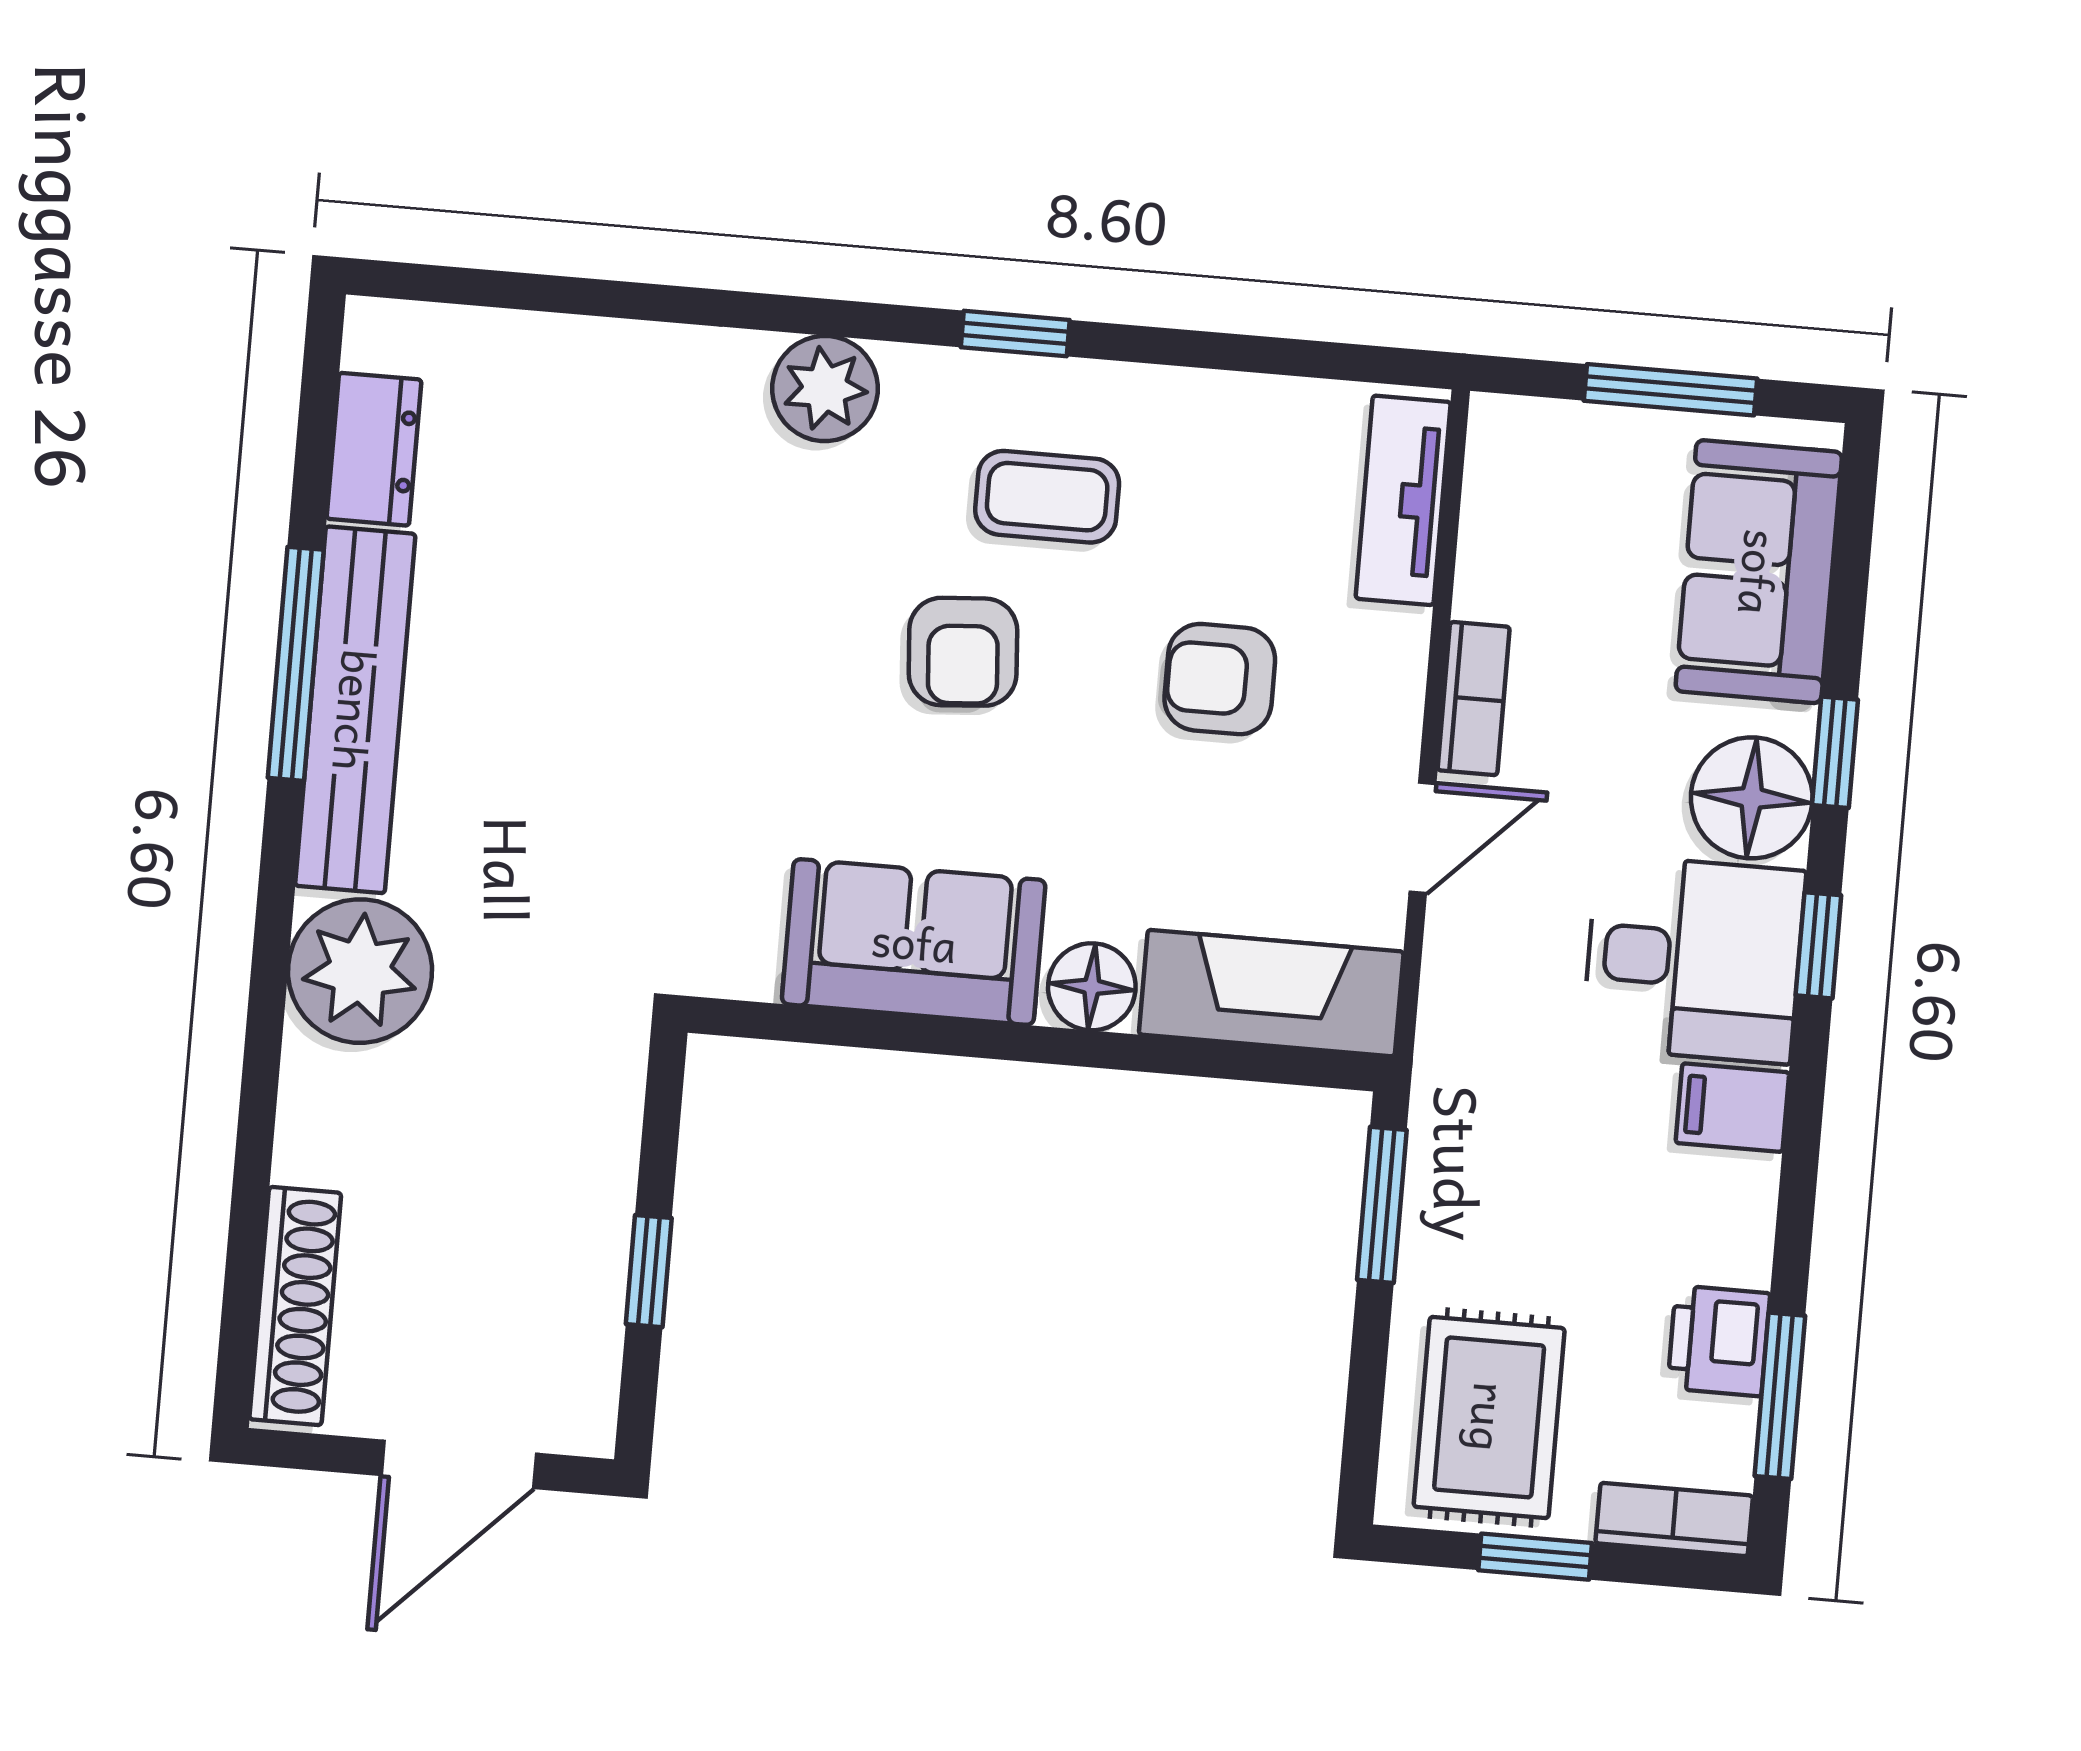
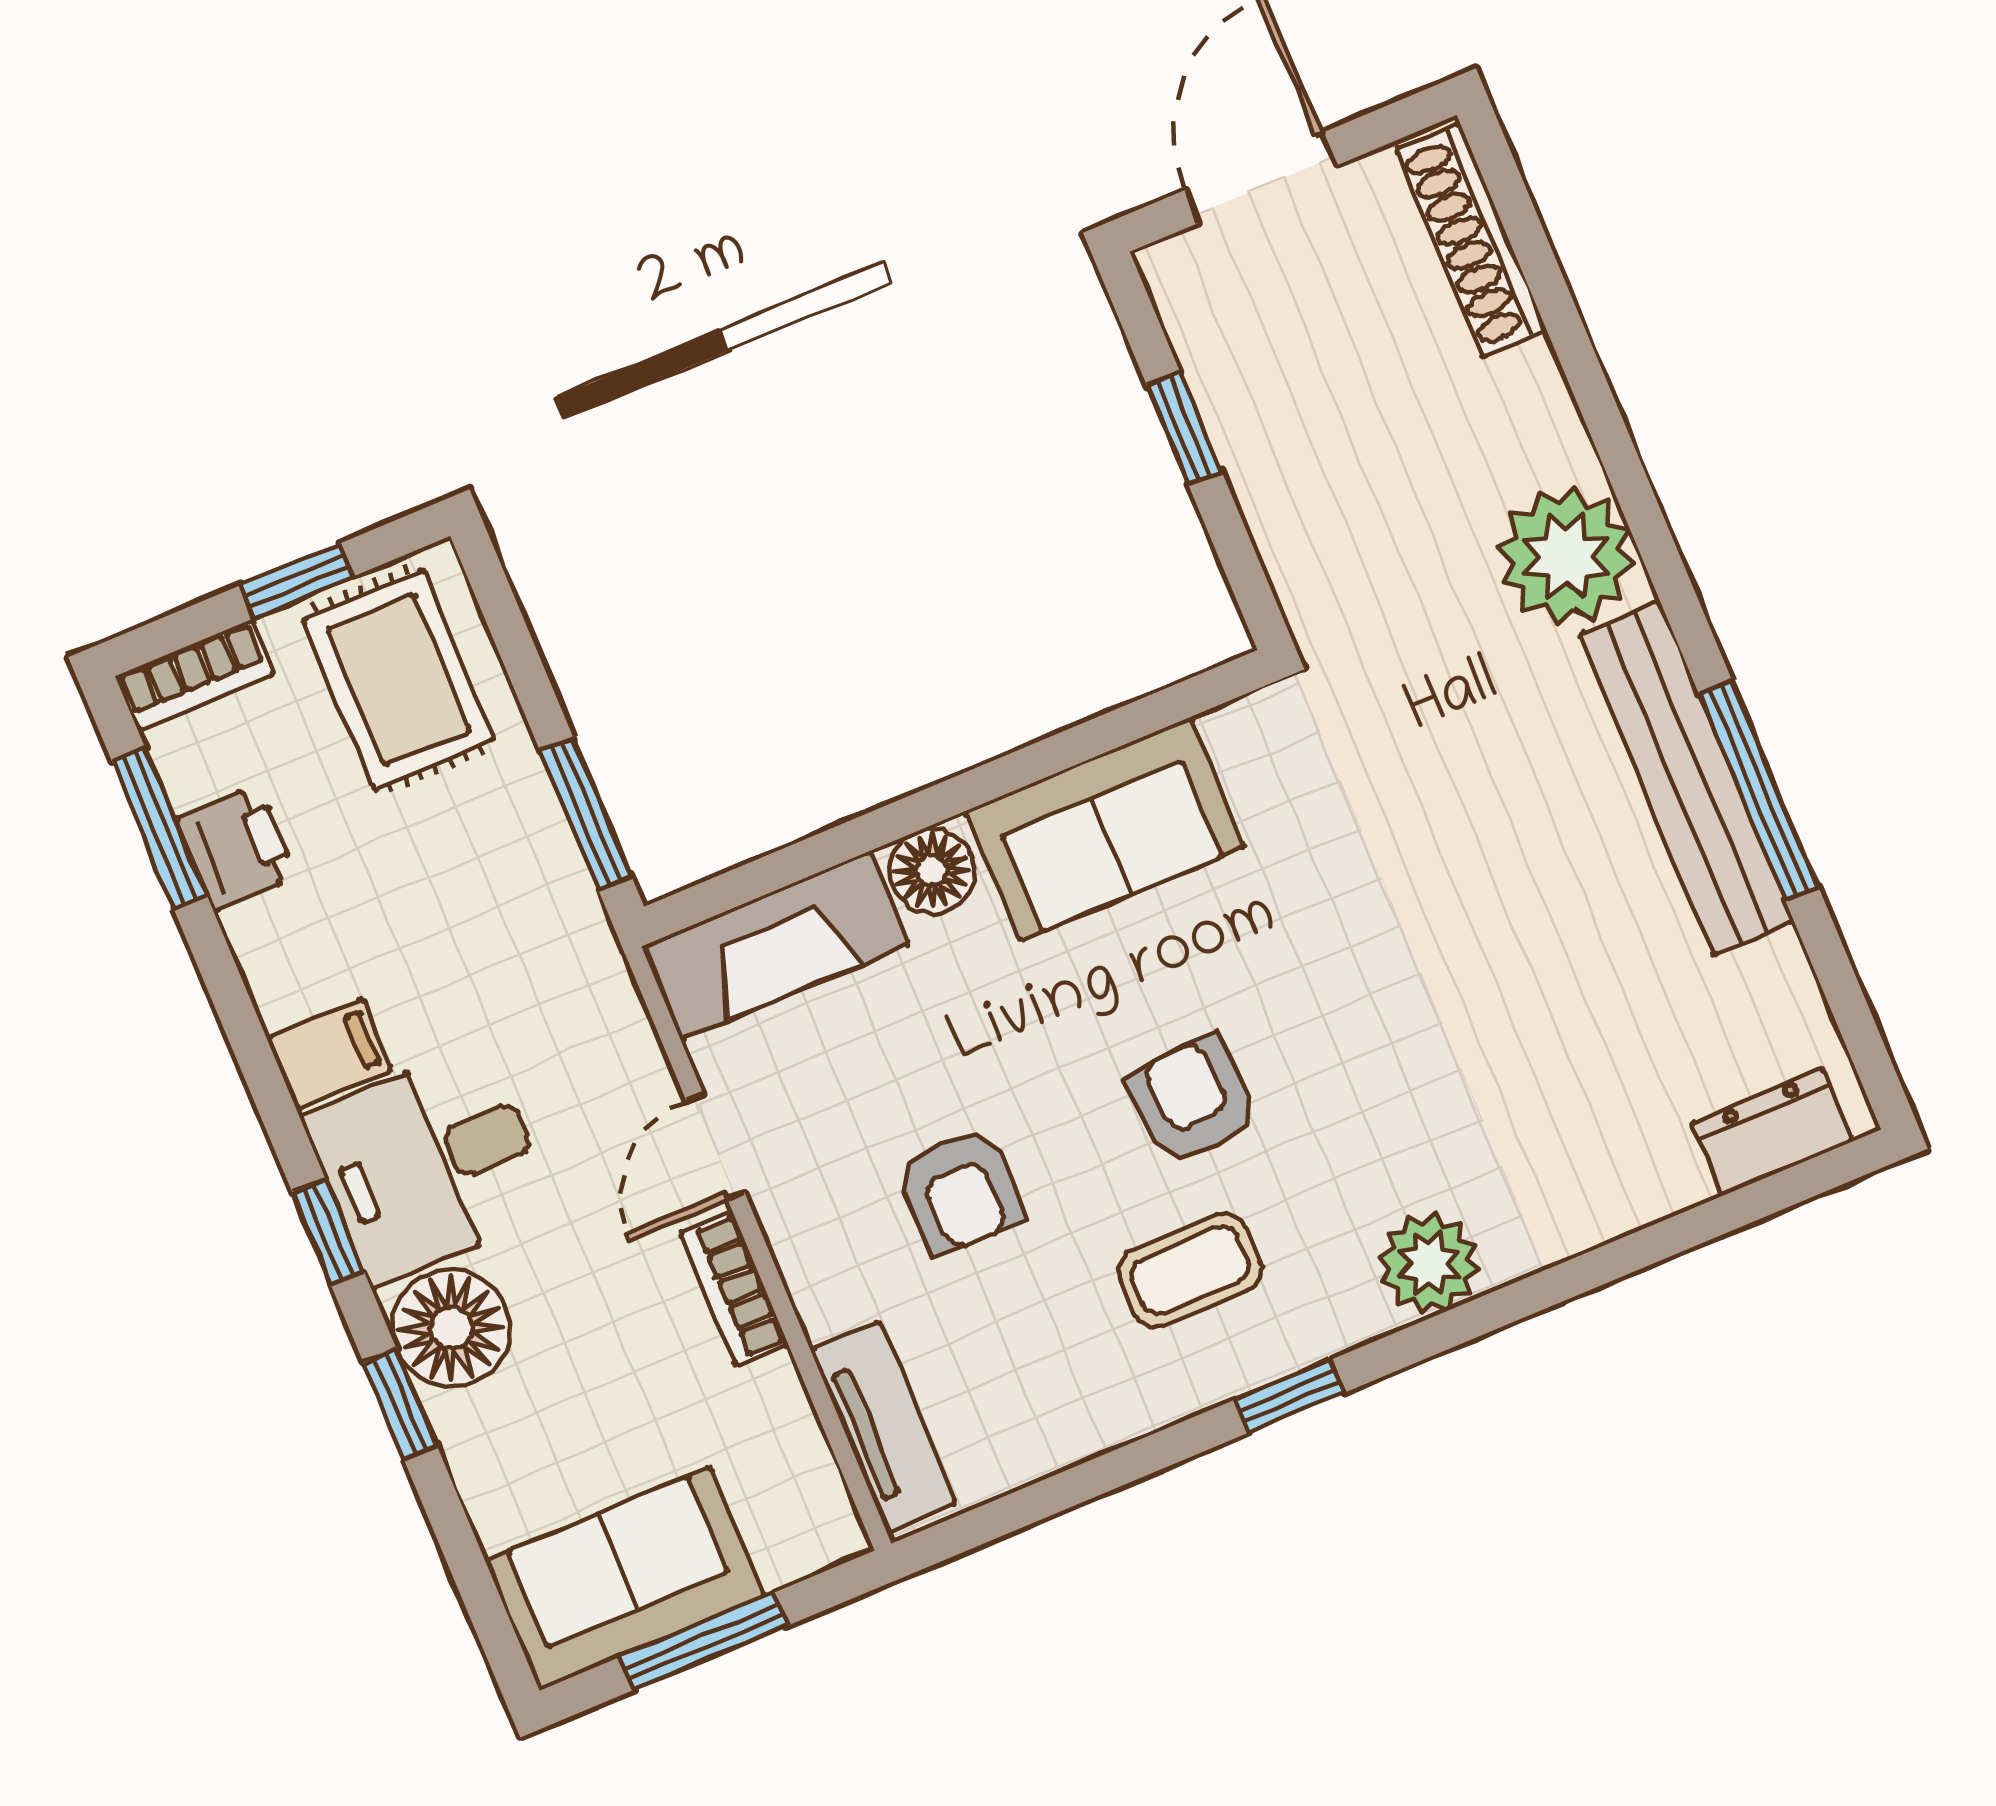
dresser: (374, 449) -> (1772, 1132), moved, turned 90
sofa: (1759, 572) -> (625, 1579), moved, turned -90
armchair: (1220, 679) -> (960, 1192), turned 90

